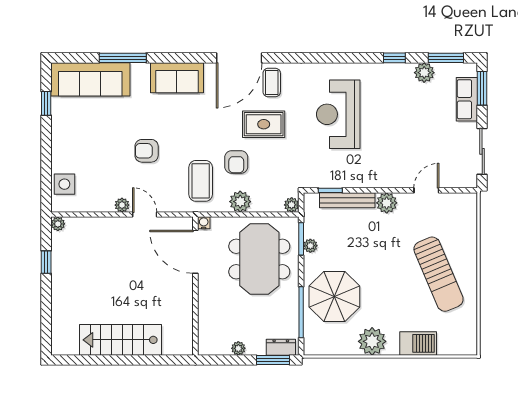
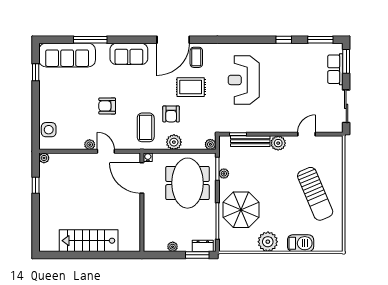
plant: (424, 73) -> (305, 50), removed

